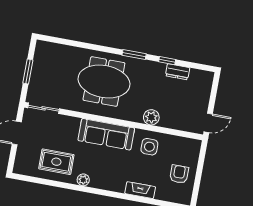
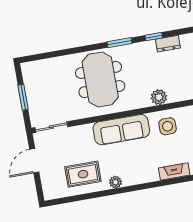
meeting table: (104, 82) -> (100, 80), turned 90

